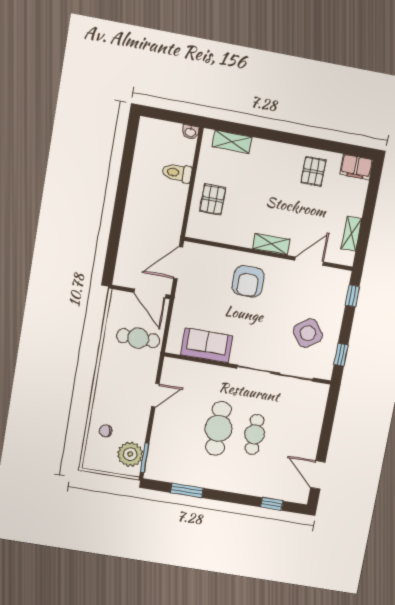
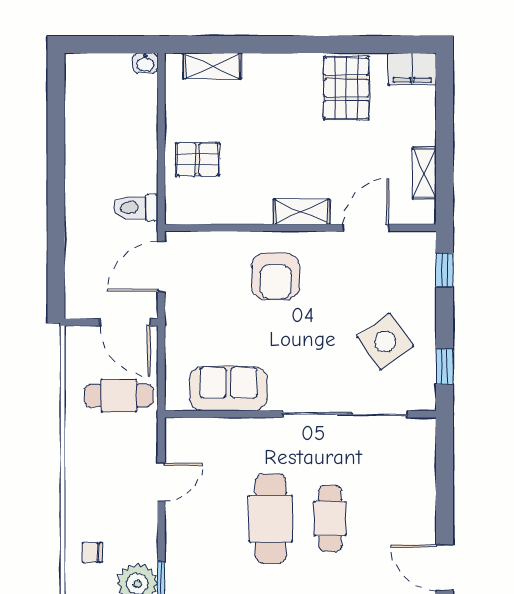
pallet: (313, 171) -> (346, 88), width x1.50, depth x1.42
toilet: (177, 173) -> (136, 208), moved
pallet: (213, 199) -> (197, 159), turned 90

